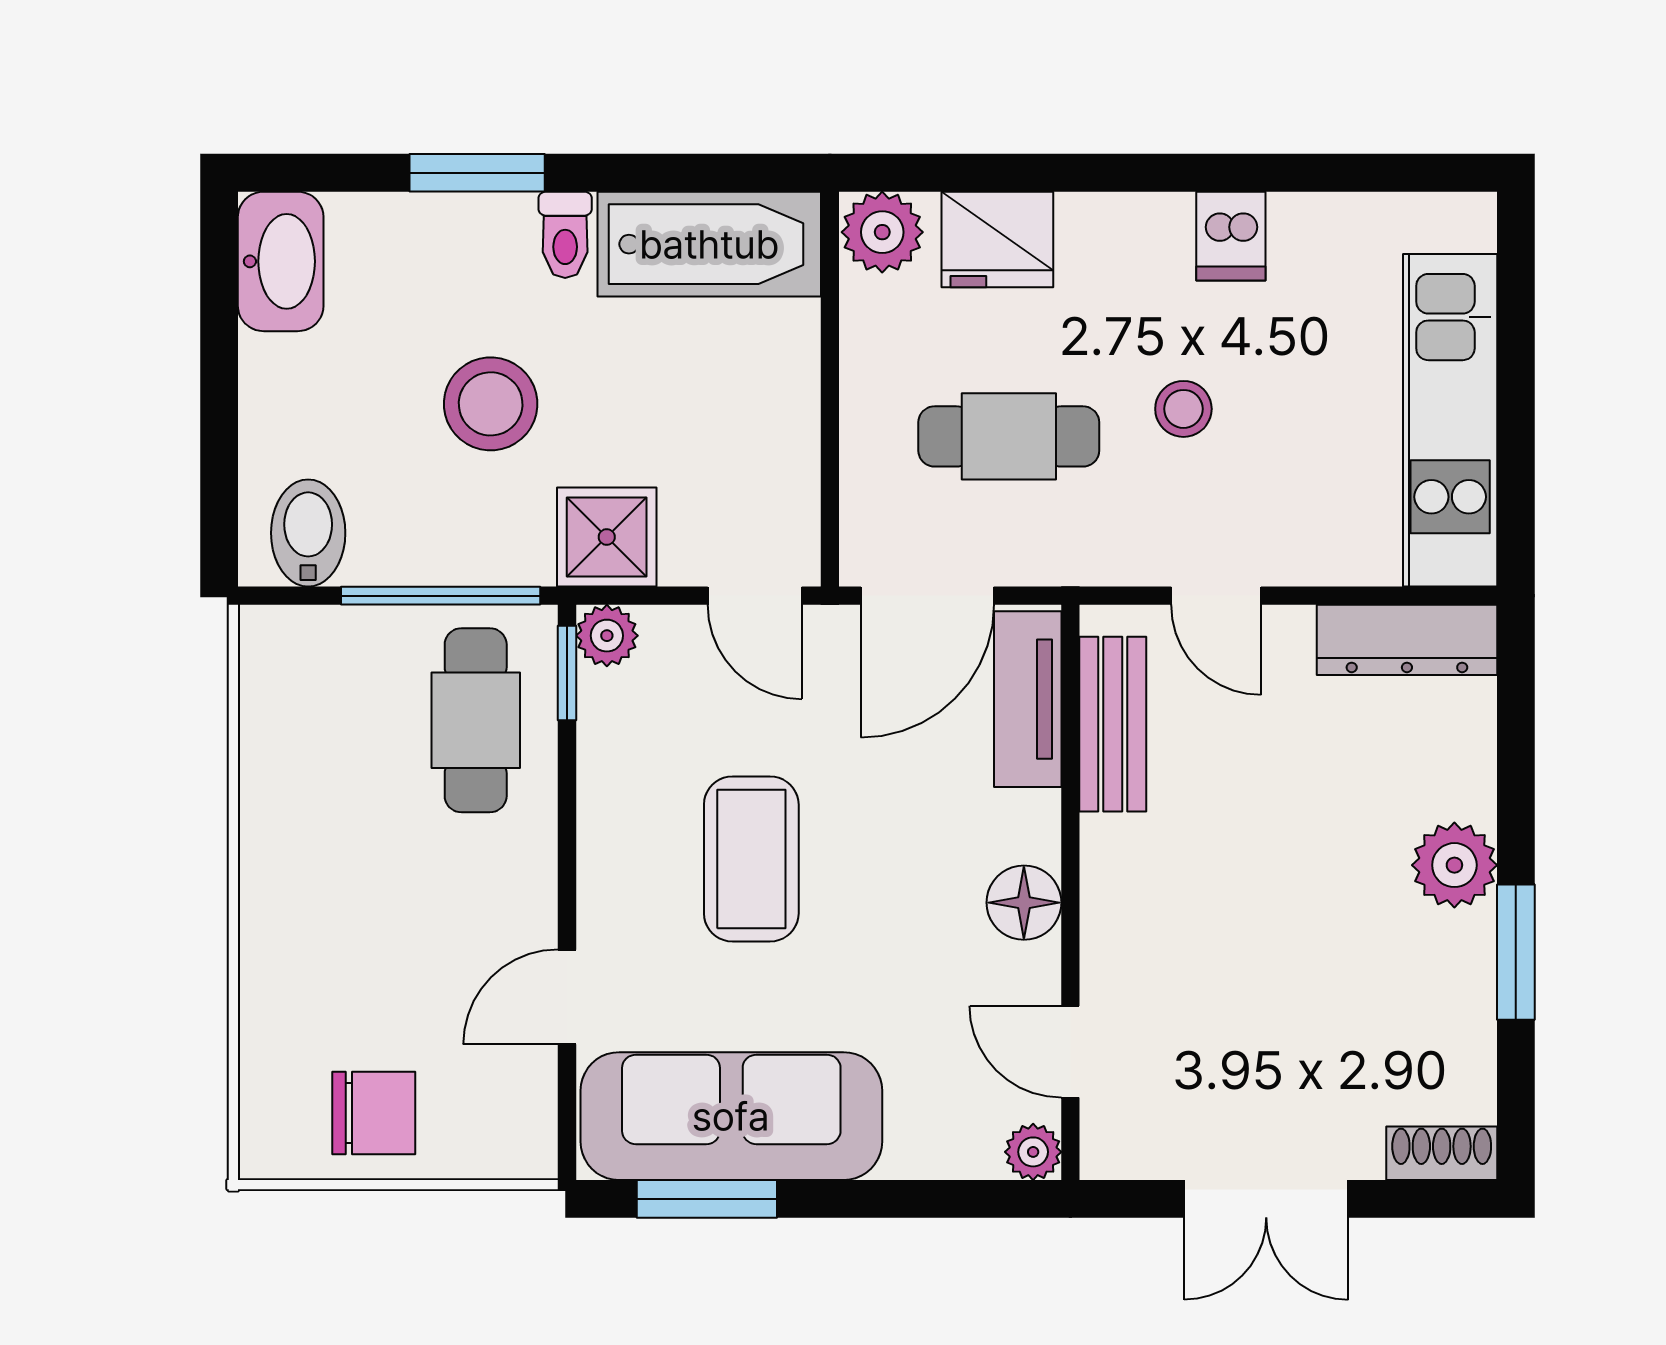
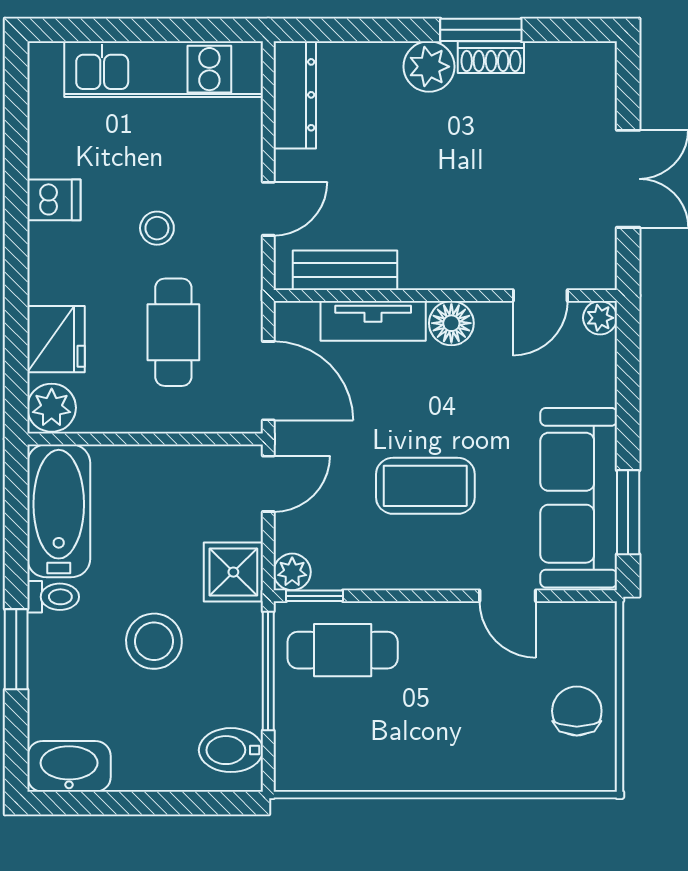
tv unit: (1028, 699) -> (373, 321), moved
shoe rack: (1442, 1153) -> (491, 57), moved, turned -90

